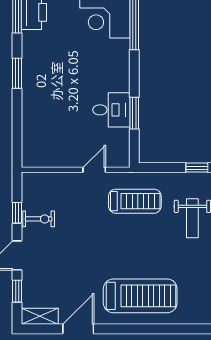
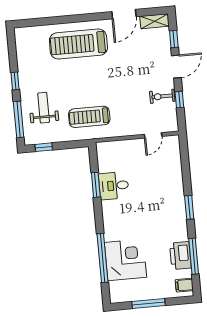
door: (94, 170) -> (153, 135), moved

